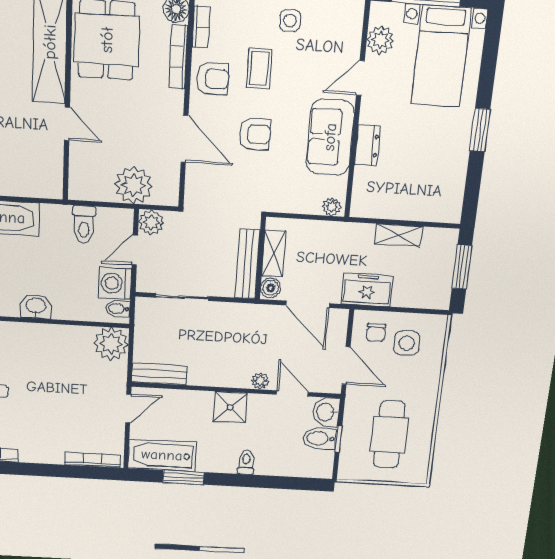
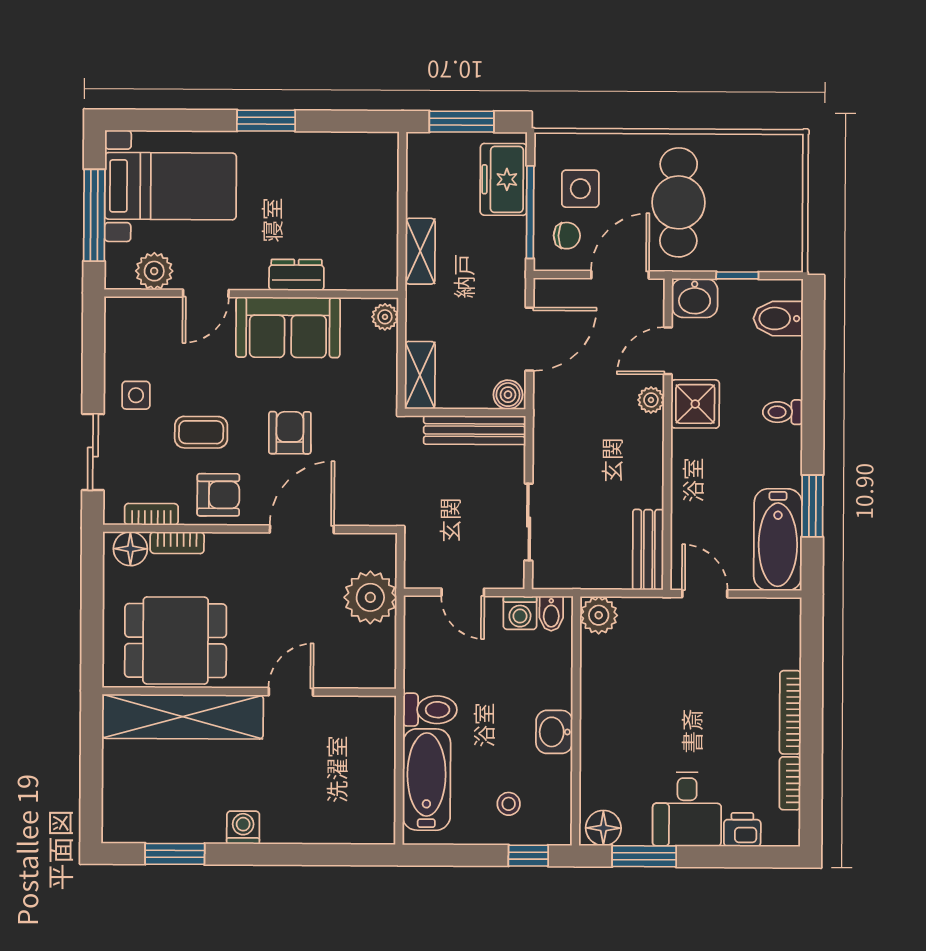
bookcase: (178, 57) -> (177, 543), width x0.64
door: (360, 78) -> (206, 293), hinge flipped
armchair: (213, 79) -> (218, 495), turned 90
plant: (151, 222) -> (422, 571), removed
toilet: (84, 225) -> (430, 710), moved
shelving: (398, 235) -> (420, 251), moved
shelving: (274, 254) -> (420, 375), moved, turned 90
washing machine: (115, 283) -> (520, 613), width x0.73, depth x0.73
freezer: (367, 290) -> (504, 179), moved
window: (395, 309) -> (530, 212), added
plant: (111, 344) -> (599, 615), width x0.73, depth x0.73
shower: (230, 407) -> (695, 404), moved
cafe table: (389, 435) -> (679, 202), moved, turned 90
bidet: (320, 438) -> (778, 318), moved, turned 90
bookcase: (93, 460) -> (790, 712), moved

